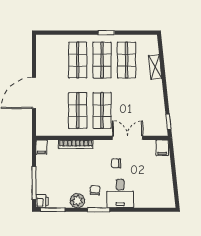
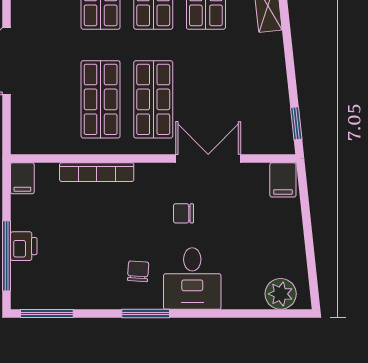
printer: (42, 201) -> (24, 246), moved
plant: (77, 201) -> (281, 294), moved

